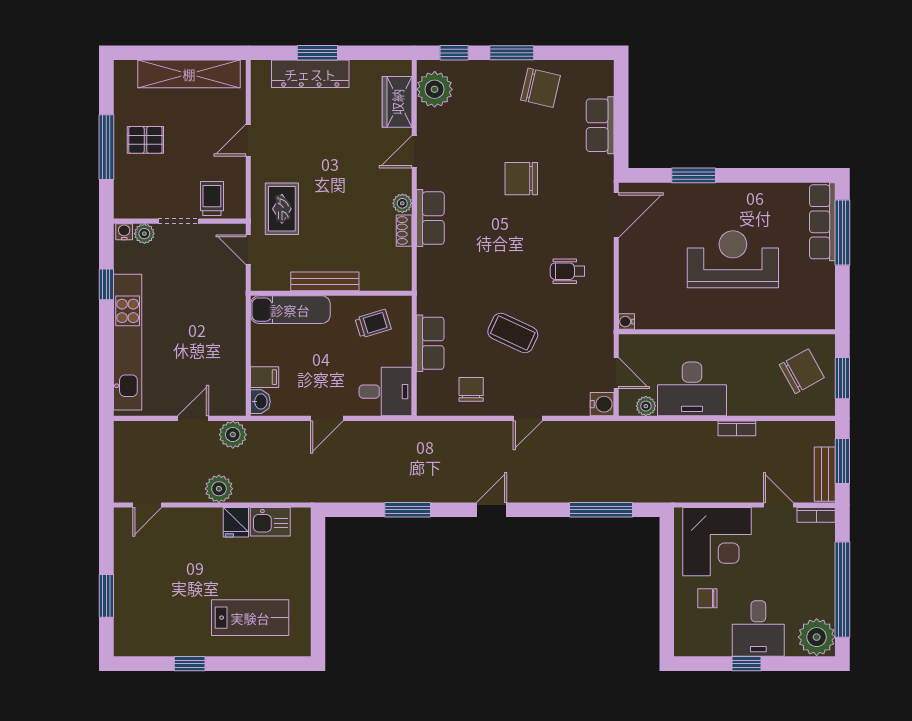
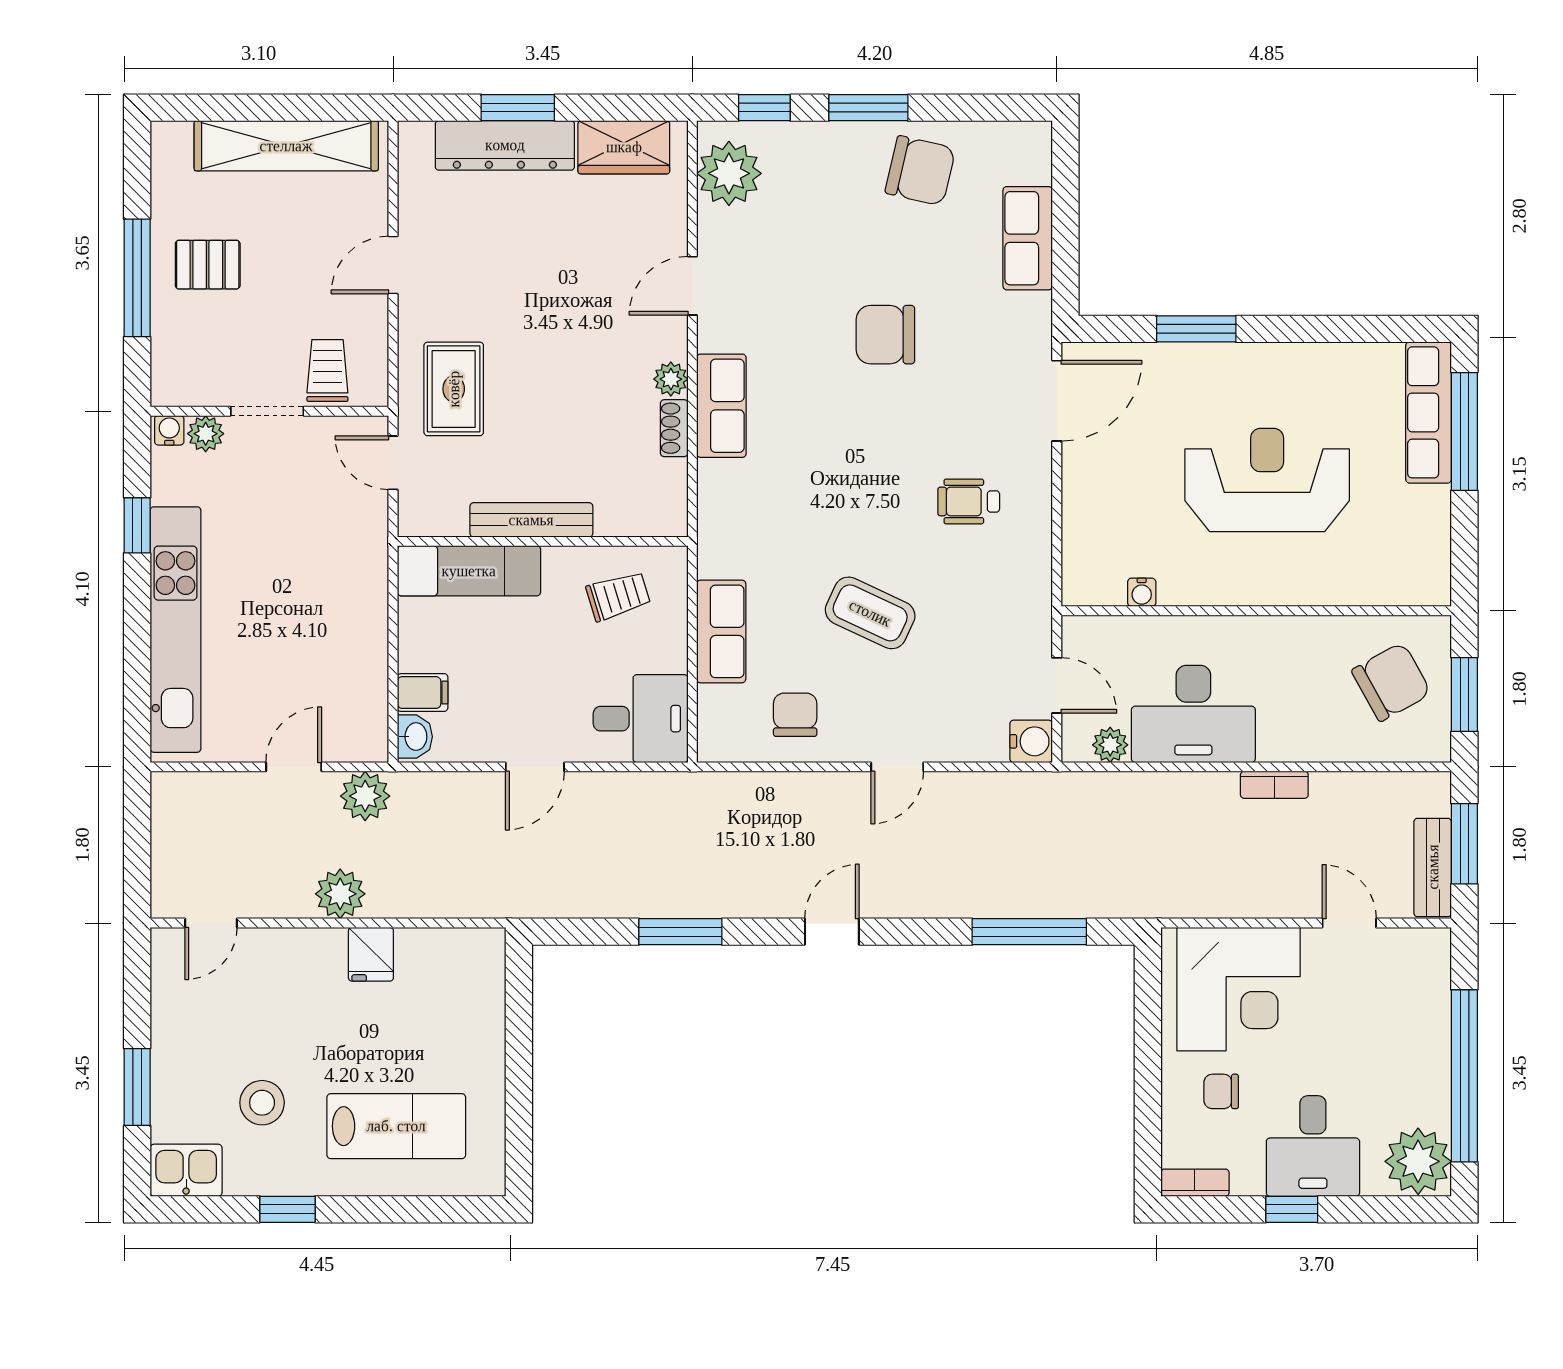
wardrobe: (397, 102) -> (624, 147), moved, turned -90
water cooler: (626, 322) -> (1142, 592), moved, turned -90
bookcase: (816, 515) -> (1195, 1183), moved, turned 180
kitchen sink: (270, 522) -> (186, 1170), moved, turned 180
stool: (176, 605) -> (262, 1103), added

